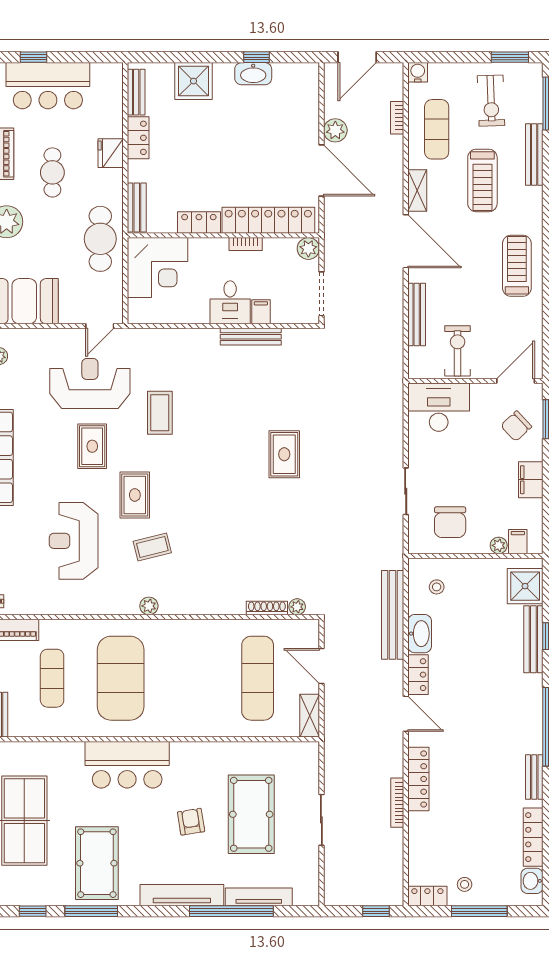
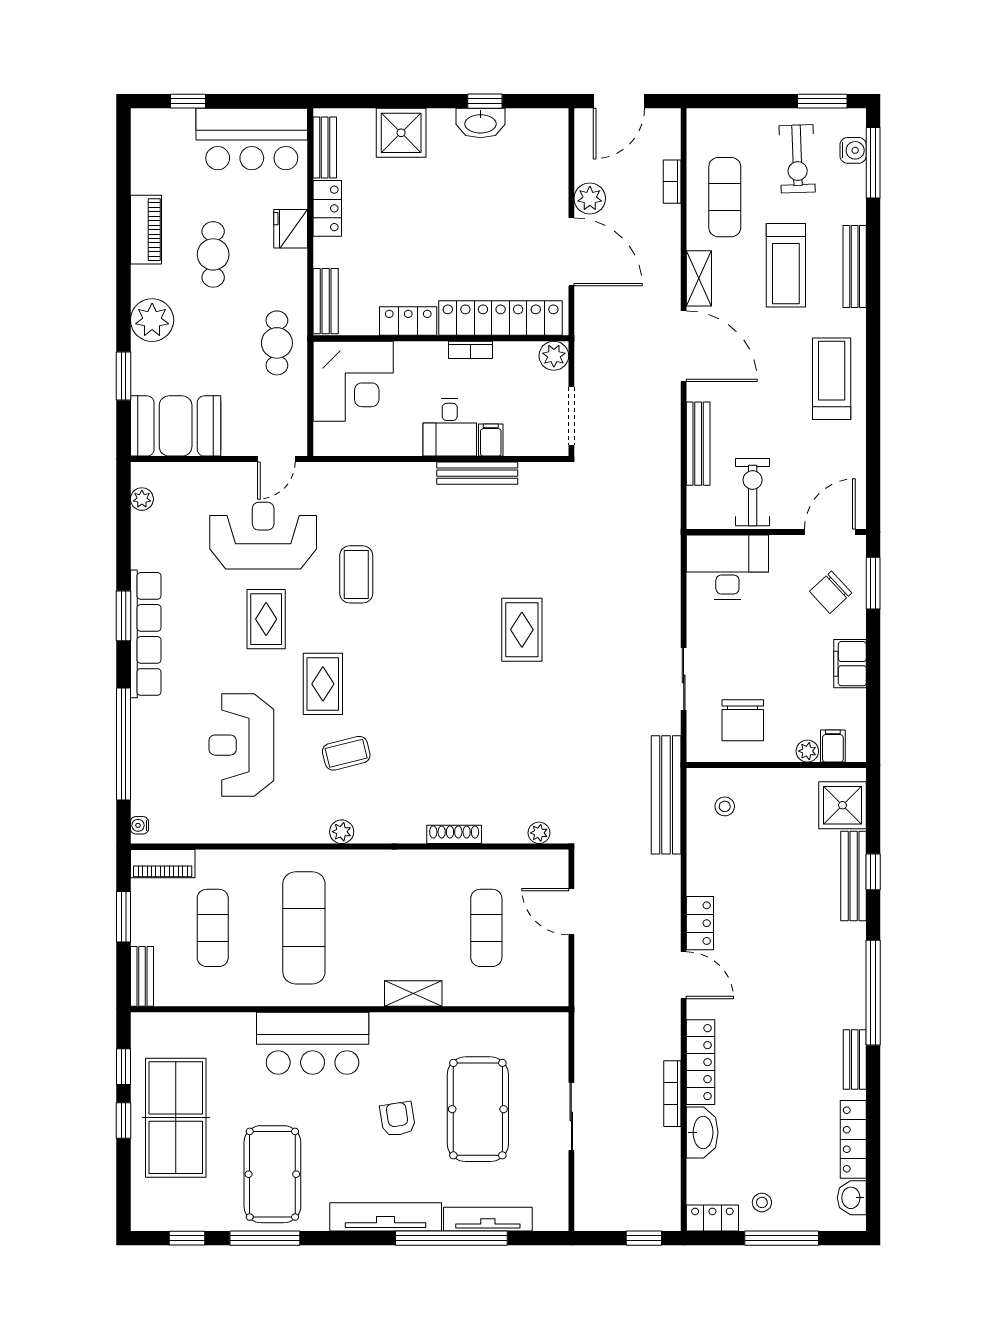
water cooler: (418, 72) -> (853, 150), moved, turned 90
bar counter: (48, 86) -> (252, 139), moved
bench: (534, 154) -> (855, 266), moved
cafe table: (100, 239) -> (277, 343), width x0.73, depth x0.74
shoe rack: (267, 608) -> (454, 834), moved
bench: (393, 615) -> (666, 795), moved
washbasin: (420, 634) -> (702, 1132), moved
exercise mat: (121, 678) -> (304, 928), width x0.68
exercise mat: (258, 678) -> (486, 928), width x0.73, depth x0.69
shelving: (310, 716) -> (413, 994), moved, turned 90

